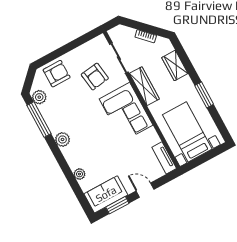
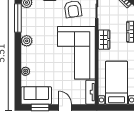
wardrobe: (144, 86) -> (104, 40), width x0.67
corner sofa: (126, 112) -> (76, 53), width x1.36, depth x1.36

